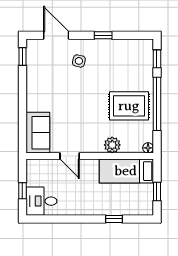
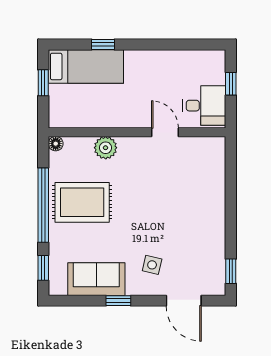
sofa: (38, 133) -> (96, 279), moved, turned 90
bed: (126, 171) -> (86, 66), moved
desk: (41, 201) -> (204, 106), moved

